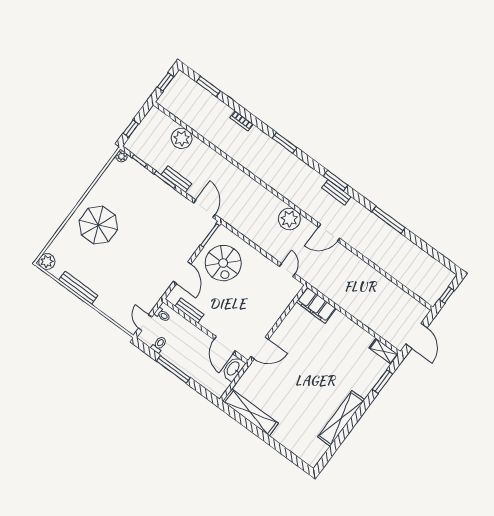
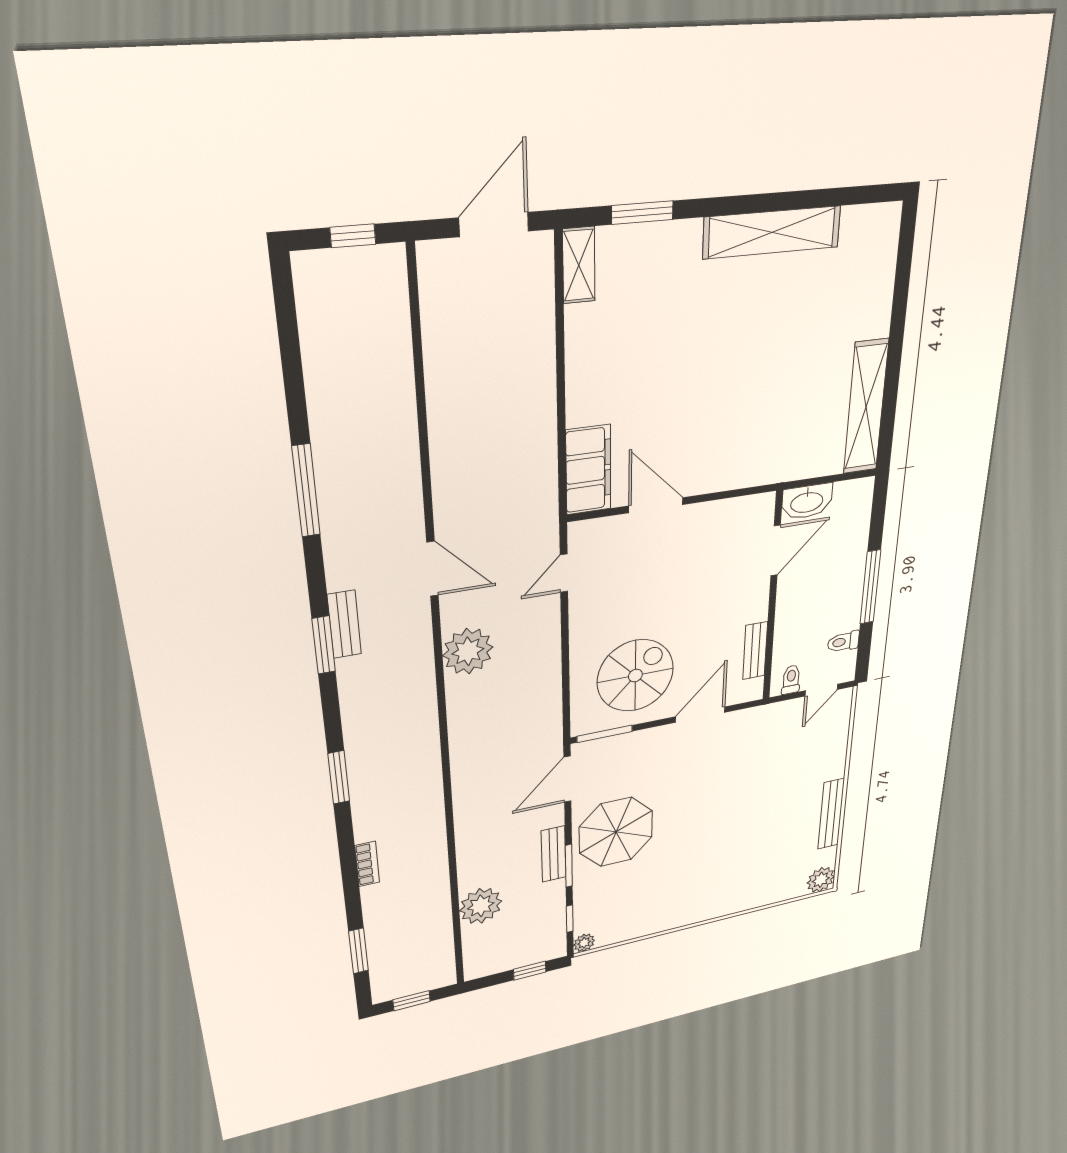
parasol: (98, 225) -> (616, 832), moved
door: (260, 348) -> (656, 505), moved

